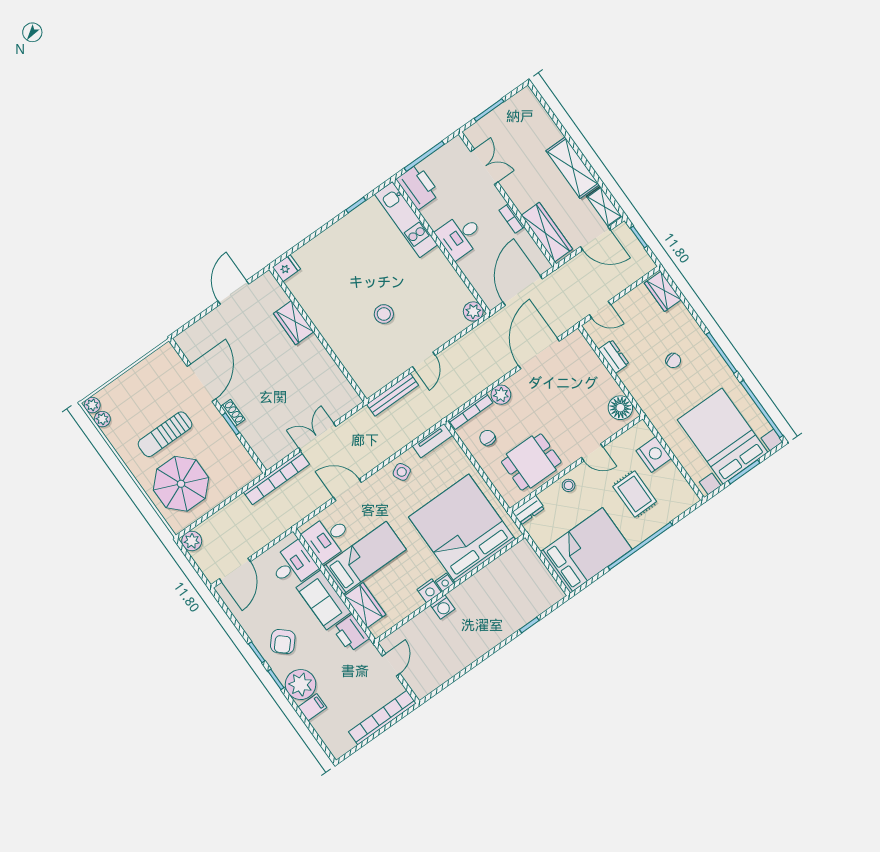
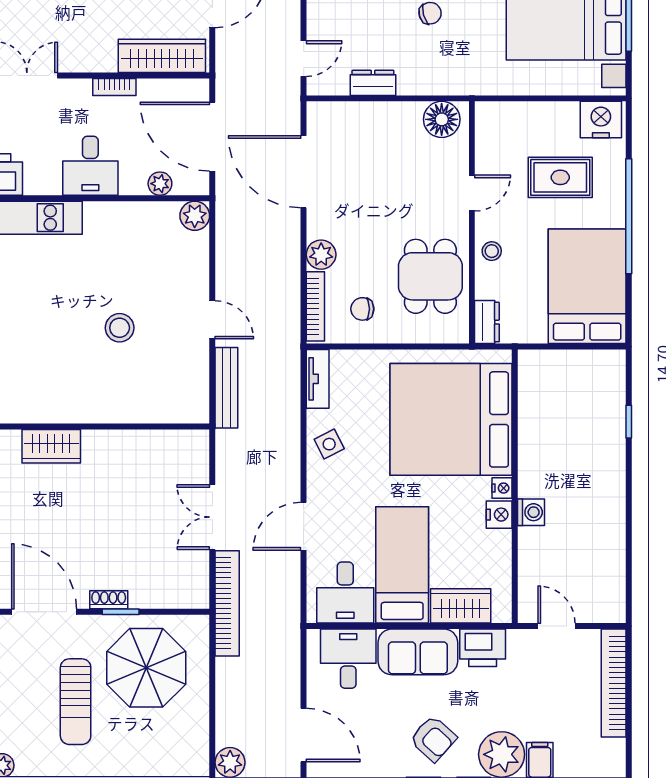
plant: (477, 280) -> (160, 184), added
nightstand: (654, 455) -> (601, 120), moved
parasol: (181, 484) -> (146, 668), moved

